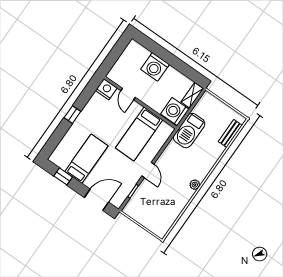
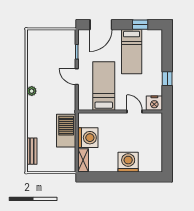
nightstand: (106, 89) -> (154, 103), moved
door: (128, 94) -> (134, 111), moved
wall: (140, 103) -> (120, 111), moved
bed: (139, 134) -> (104, 86), moved

